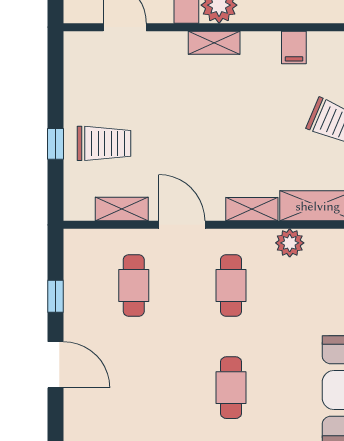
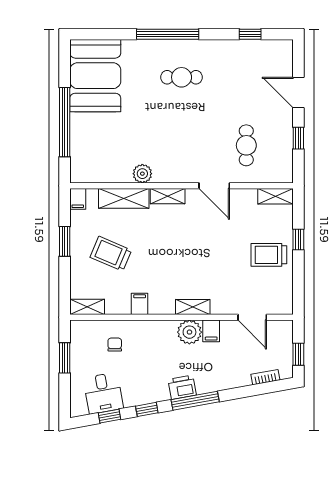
trolley: (104, 143) -> (269, 255), moved
shelving: (122, 209) -> (276, 196), moved
cafe table: (231, 285) -> (182, 145), removed
cafe table: (231, 388) -> (182, 77), turned 90

